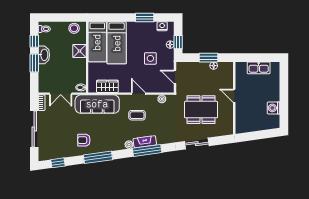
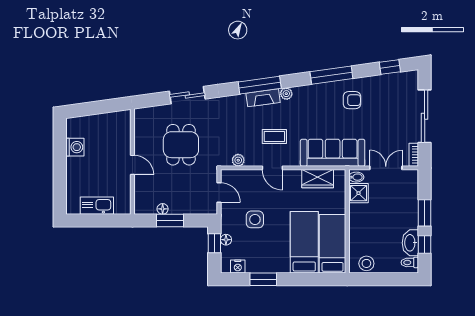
shower: (79, 51) -> (358, 193), moved
washbasin: (44, 55) -> (410, 243), moved
dining table: (201, 110) -> (181, 145), width x0.73

